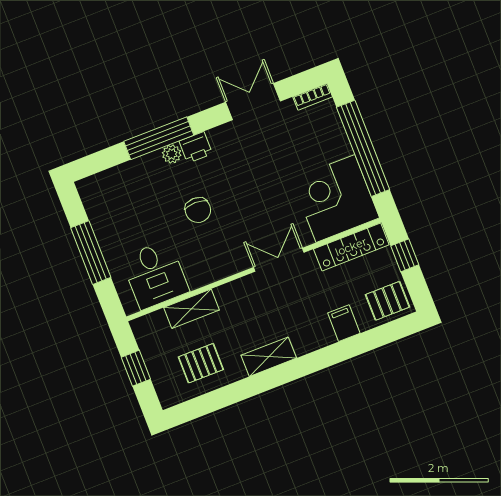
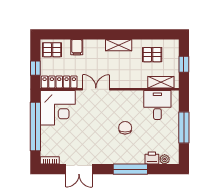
printer: (196, 147) -> (152, 158), moved
plant: (172, 154) -> (165, 159), moved
double door: (279, 260) -> (96, 89), swing flipped
shelving: (192, 309) -> (161, 82), moved

